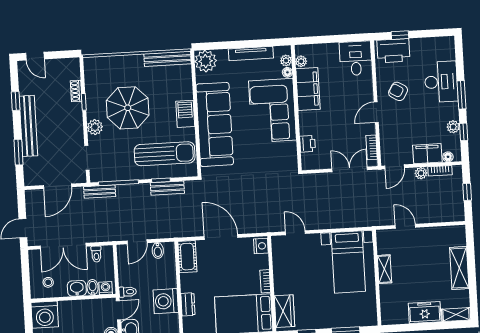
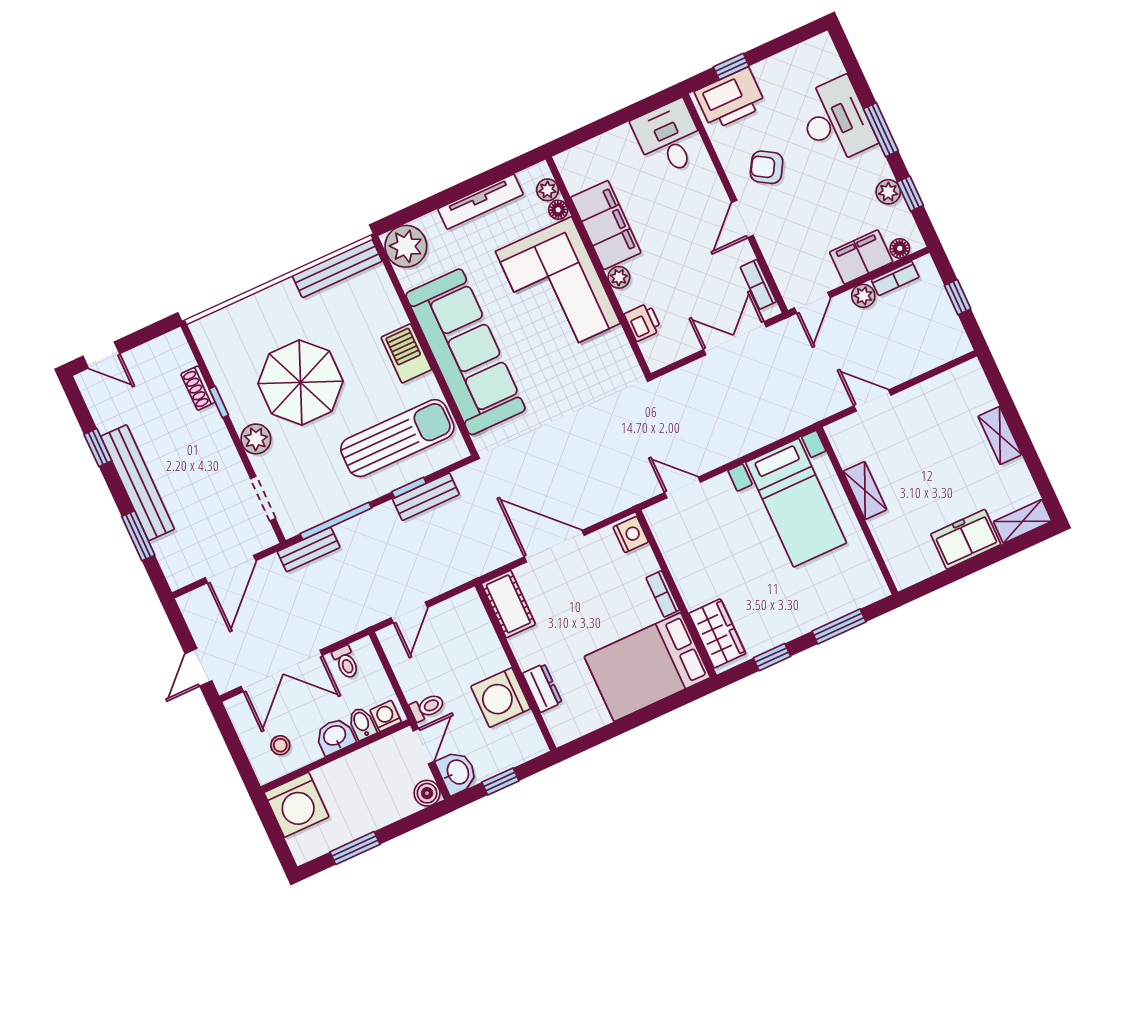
plant: (301, 61) -> (619, 277), moved
bidet: (158, 250) -> (452, 614), removed
shelving: (459, 268) -> (1000, 435), width x0.67, depth x0.75

